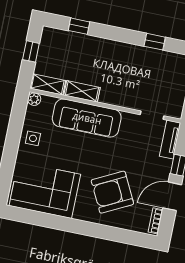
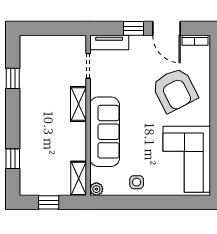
shelving: (82, 91) -> (78, 104), moved

